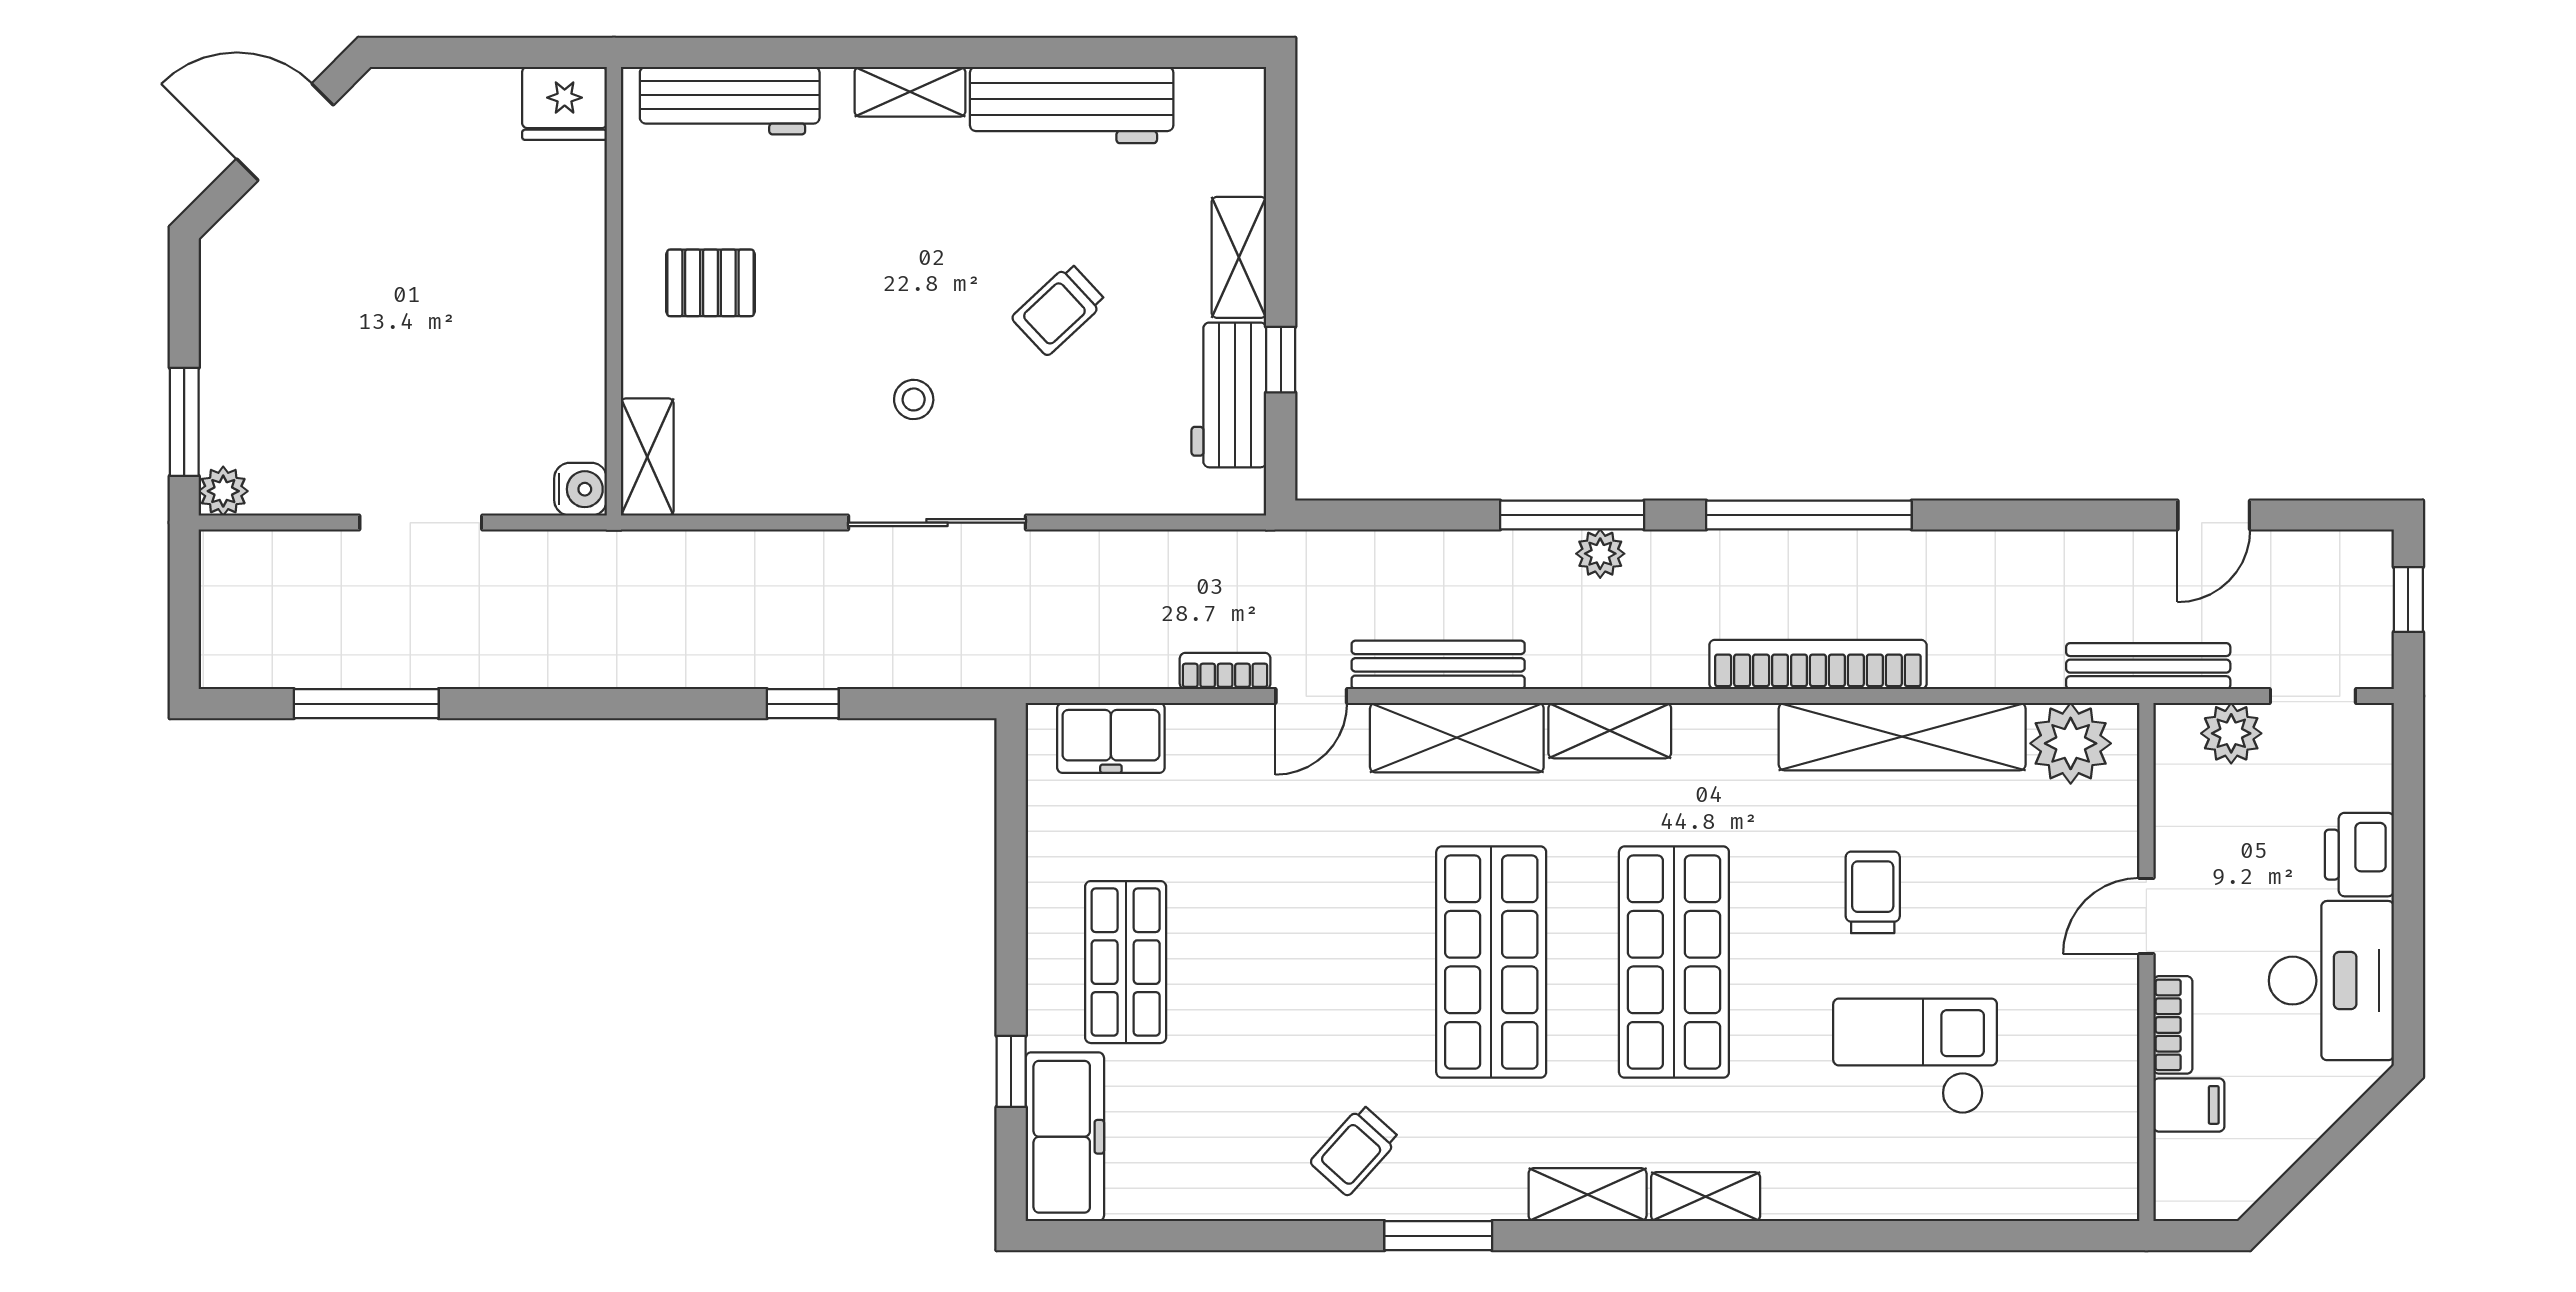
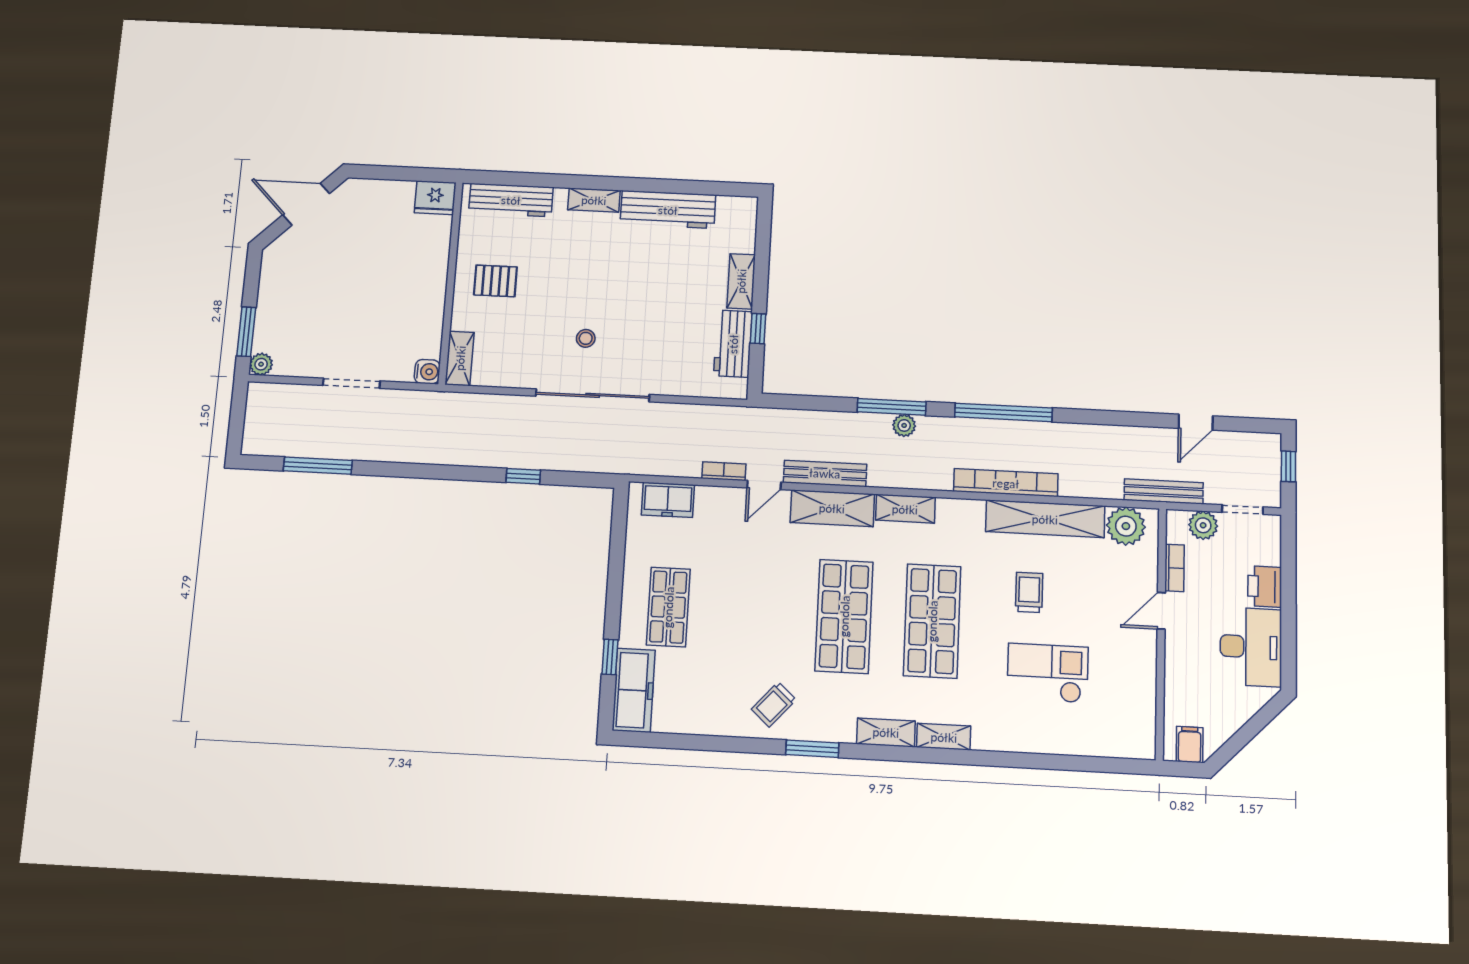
trolley: (1059, 310) -> (656, 301), removed
sliding door: (937, 523) -> (593, 395), width x1.36
bookcase: (2173, 1025) -> (1175, 568), moved
filing cabinet: (2189, 1105) -> (1190, 744), moved, turned -90

